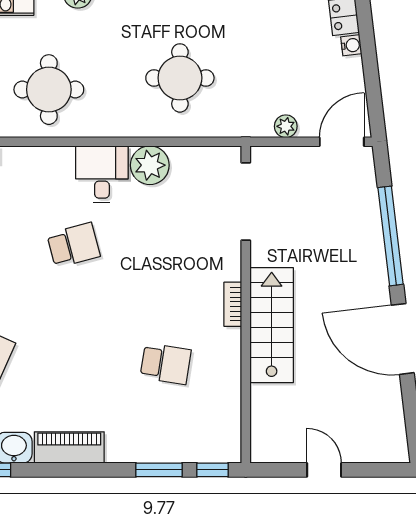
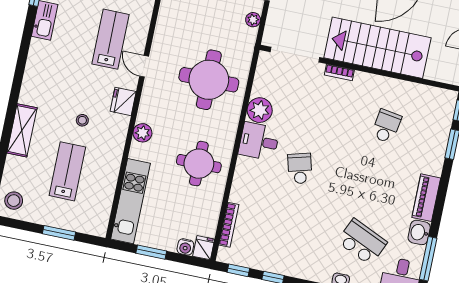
round table: (180, 78) -> (209, 80), width x1.36, depth x1.36
bookcase: (233, 304) -> (339, 72), moved
stairs: (272, 325) -> (377, 48), width x1.36, depth x1.51

